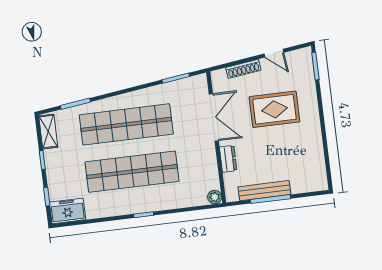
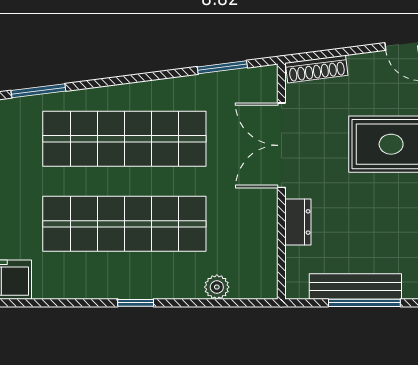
shoe rack: (243, 69) -> (317, 69), moved
double door: (214, 117) -> (281, 145), swing flipped
plant: (215, 197) -> (217, 287), moved

